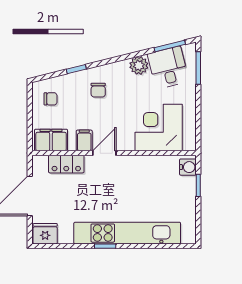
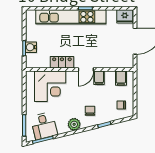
plant: (139, 65) -> (74, 124), moved
filing cabinet: (51, 140) -> (121, 78), width x0.50
locker: (66, 164) -> (62, 62), moved
water cooler: (188, 167) -> (31, 47), moved

